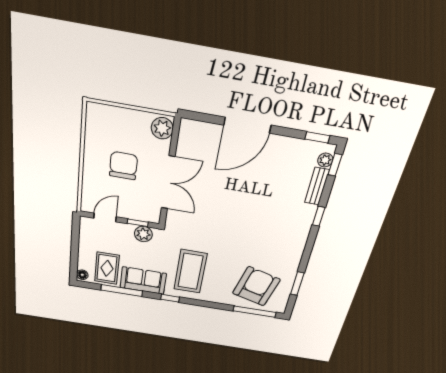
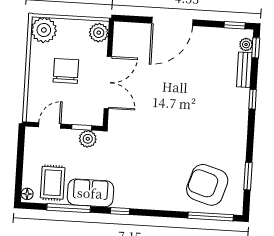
plant: (100, 118) -> (44, 30), added
coffee table: (190, 272) -> (138, 176), removed
armchair: (256, 286) -> (207, 185), turned -88

